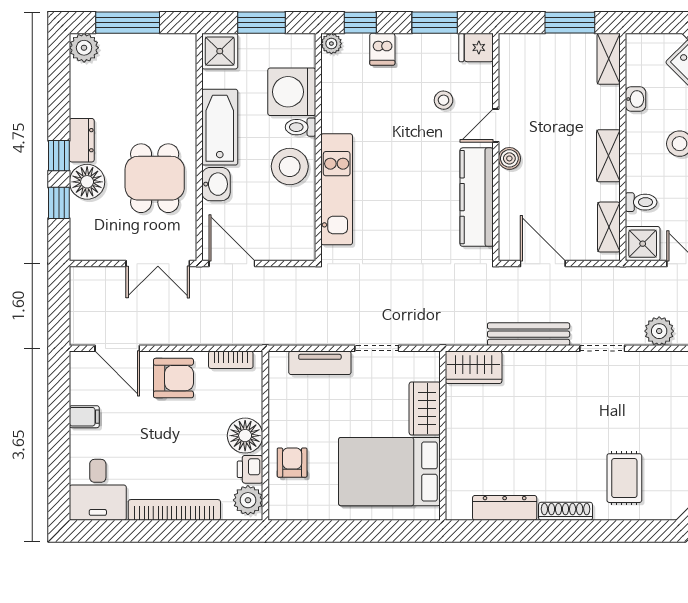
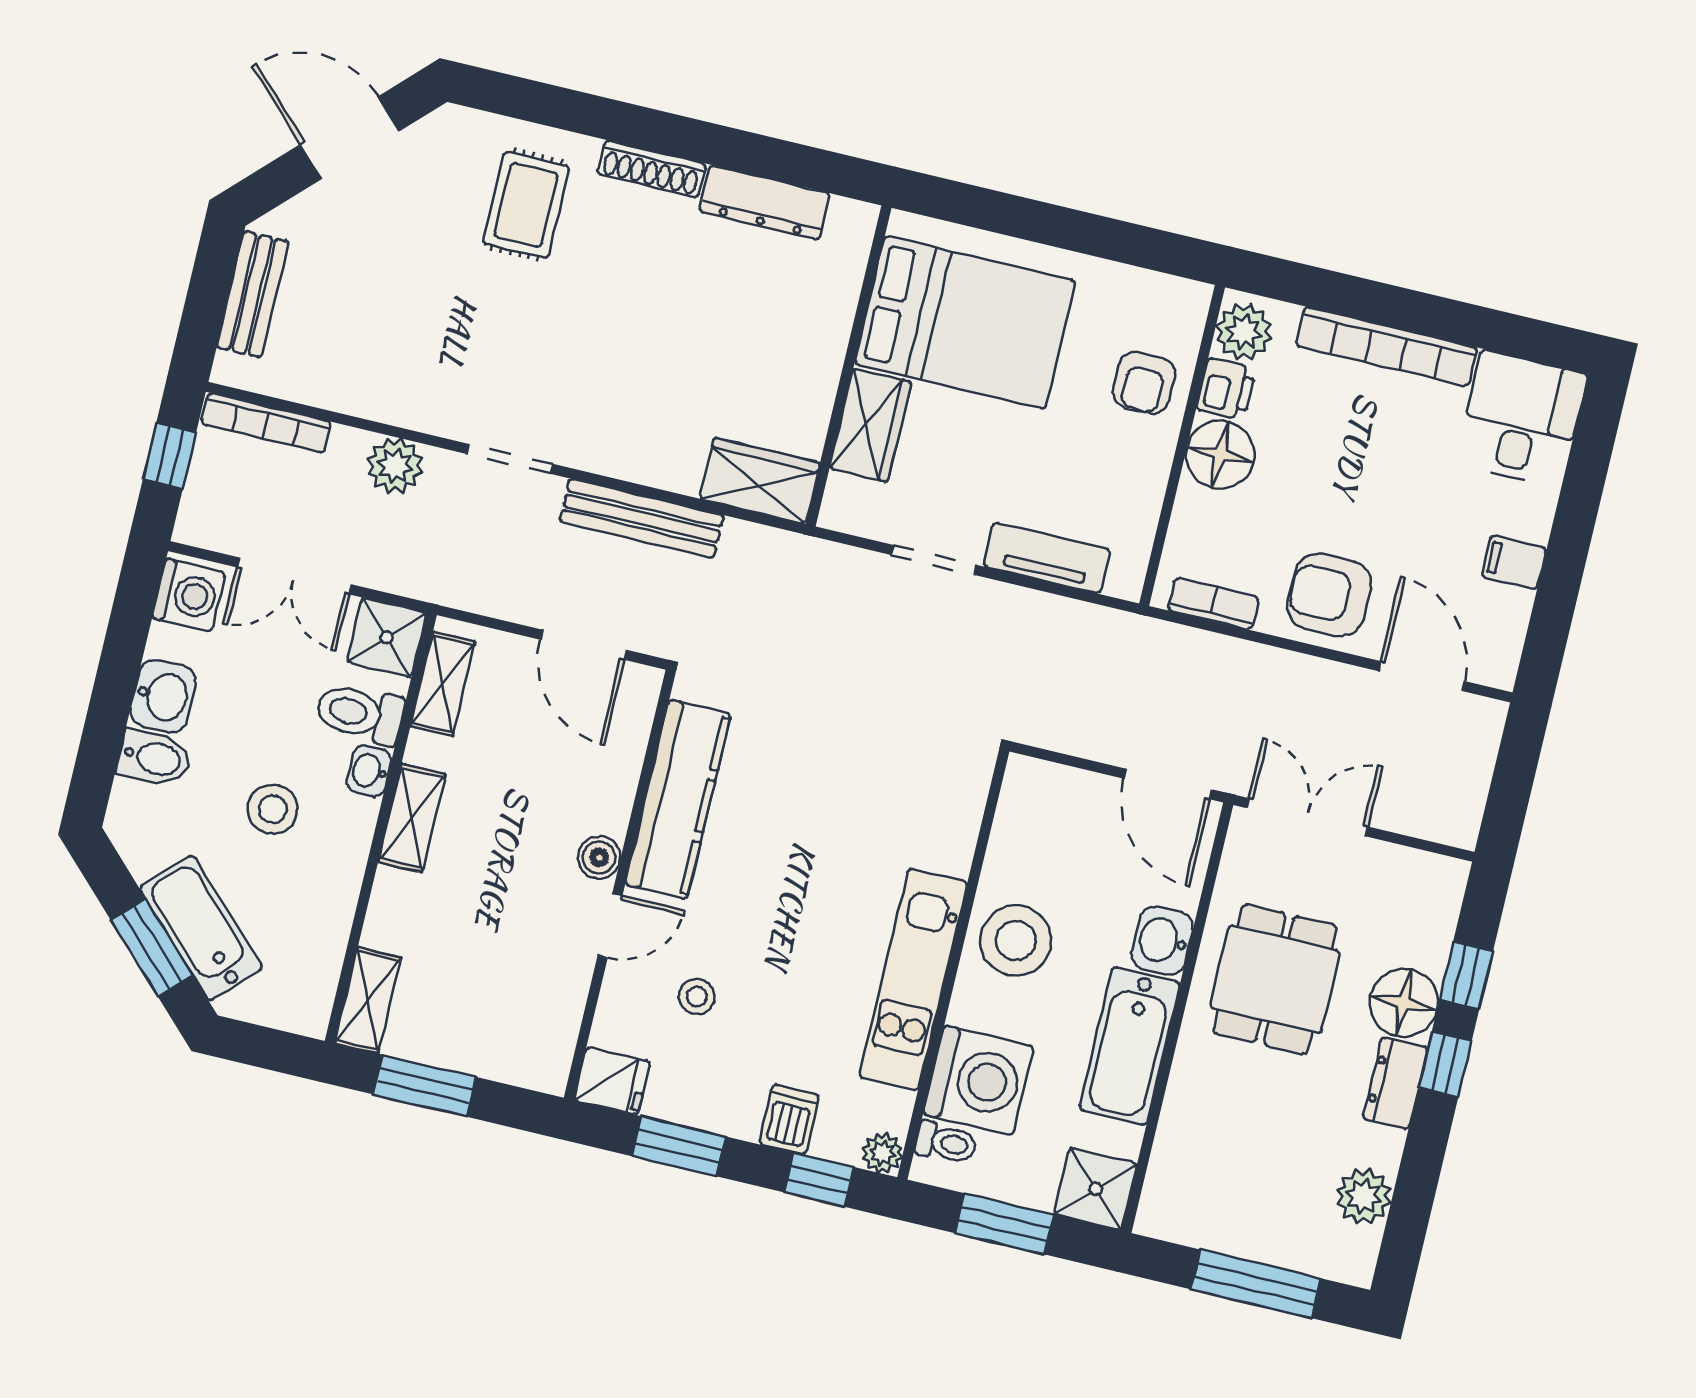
plant: (84, 48) -> (1364, 1197), moved
washbasin: (636, 99) -> (369, 771), moved
toilet: (301, 127) -> (946, 1143), moved
kitchen unit: (337, 189) -> (913, 979), moved
toilet: (641, 202) -> (360, 714), width x1.37, depth x1.39

